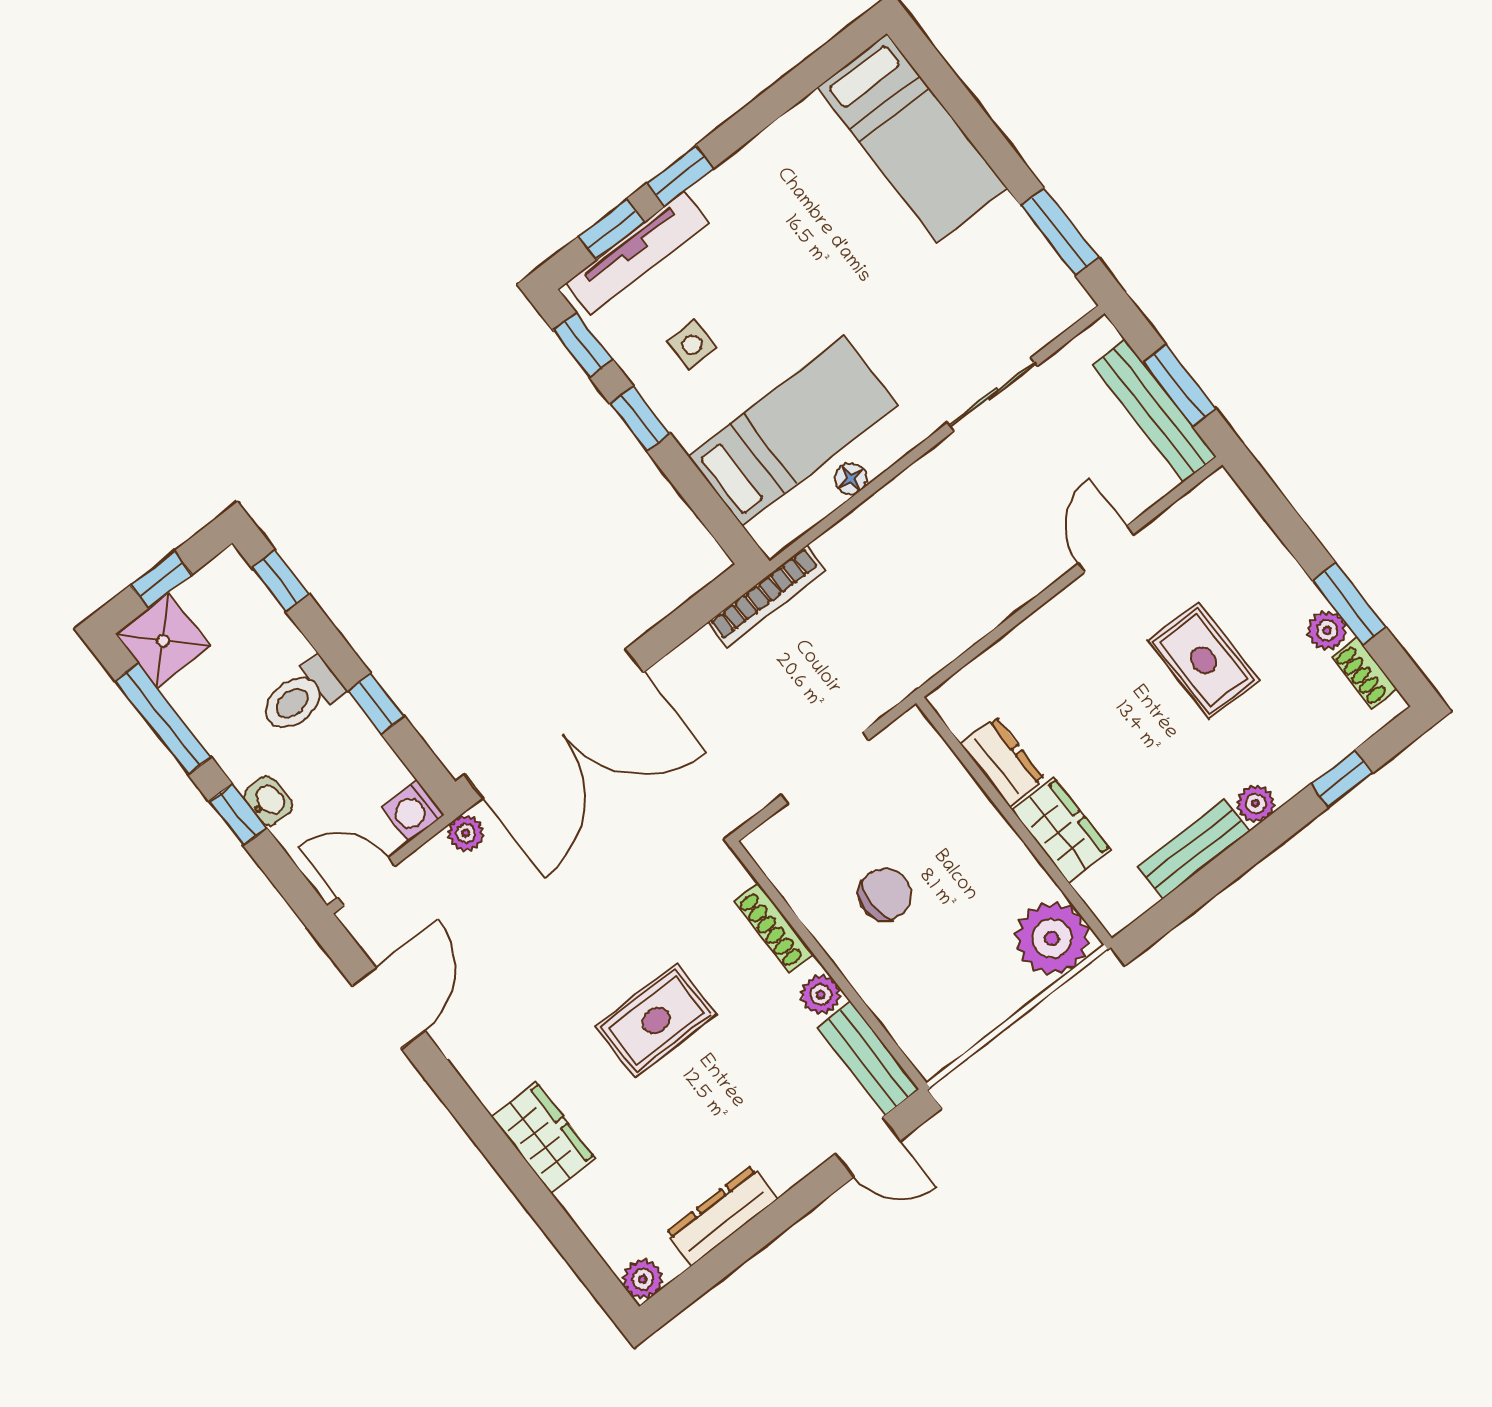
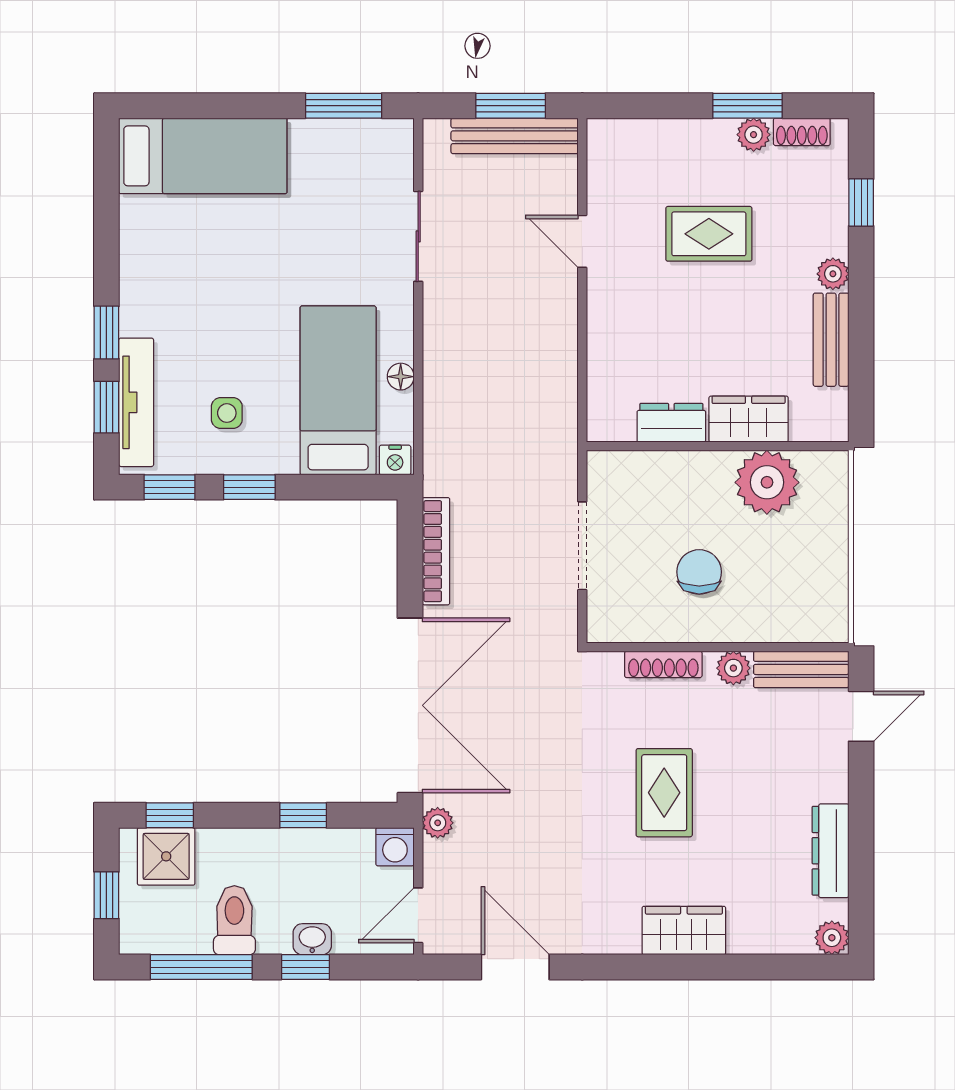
nightstand: (770, 533) -> (395, 460), added
bookcase: (766, 597) -> (436, 551), moved
shower: (163, 641) -> (166, 856), moved
toilet: (301, 696) -> (234, 920), moved, turned 180
plant: (1052, 938) -> (767, 482), moved

